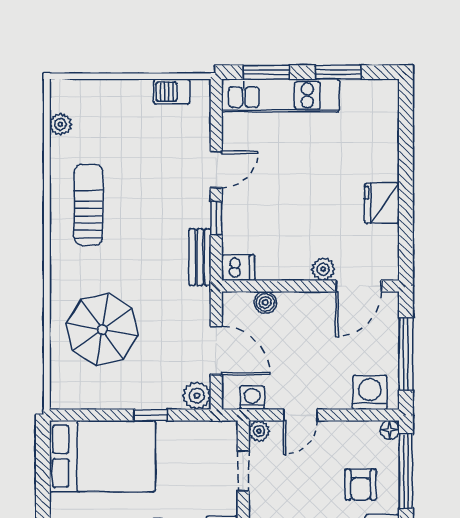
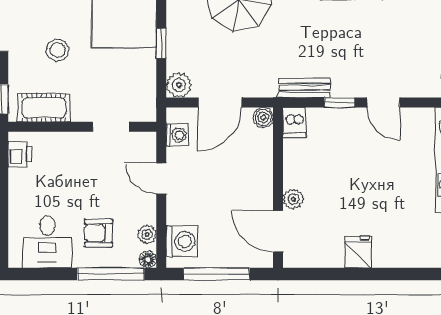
fridge: (382, 203) -> (358, 252), width x0.72
boiler: (265, 302) -> (263, 117), moved
plant: (259, 431) -> (147, 234), moved

